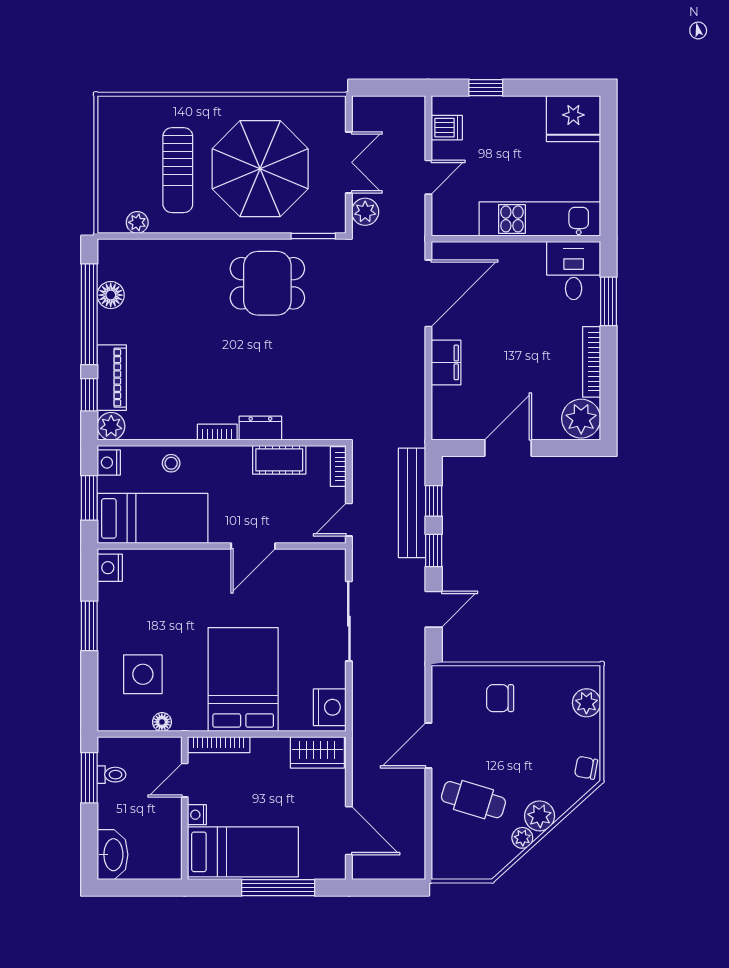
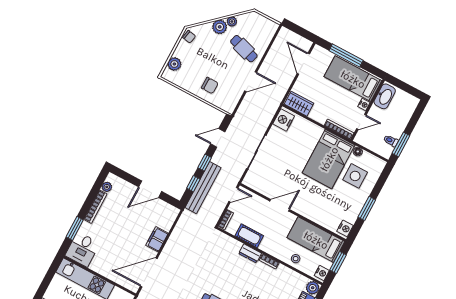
plant: (581, 419) -> (107, 187), width x0.53, depth x0.53
bed: (243, 679) -> (329, 159), moved
washbasin: (113, 855) -> (385, 96), moved, turned 180

